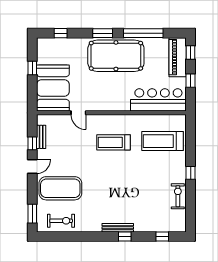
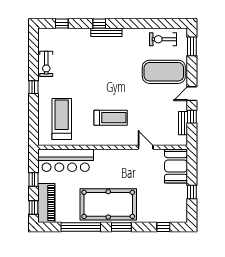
booth: (53, 88) -> (176, 166), width x0.73, depth x0.70
treadmill: (162, 141) -> (62, 119), turned -90

